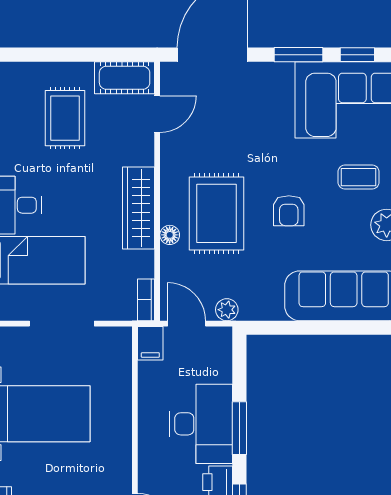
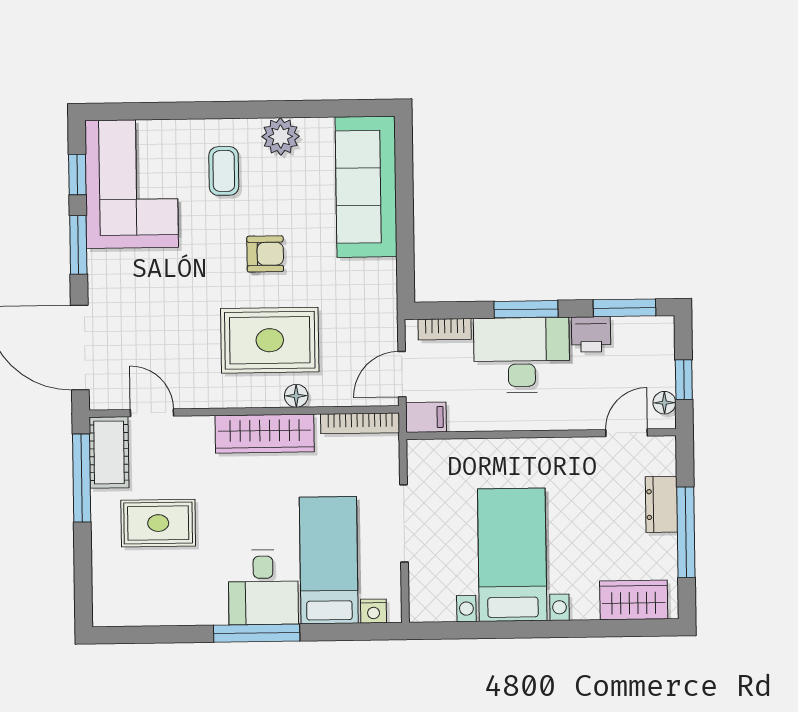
window: (104, 55) -> (82, 478), added
bookcase: (146, 300) -> (360, 423), width x1.56
plant: (227, 310) -> (385, 326), removed
bookcase: (224, 360) -> (445, 329), added

